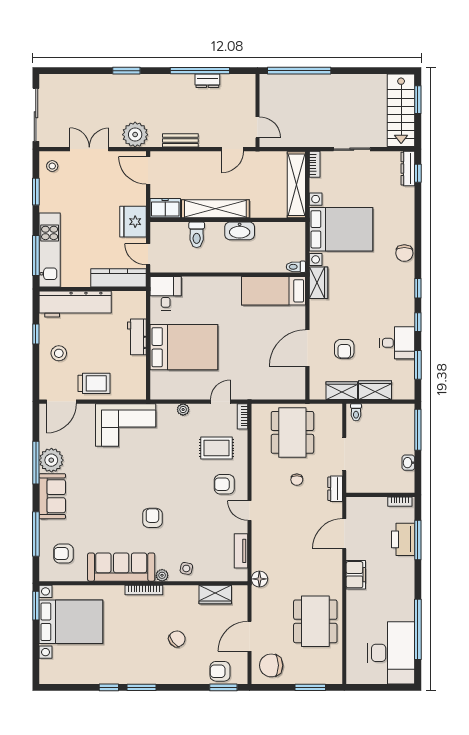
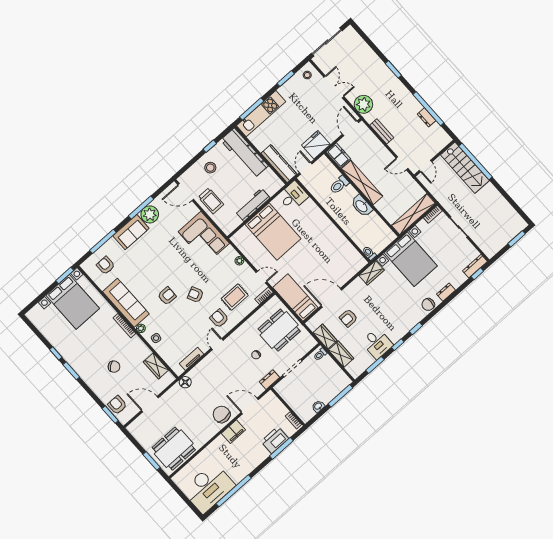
stairs: (401, 110) -> (465, 168), moved, turned -90
dresser: (408, 223) -> (446, 292), added
bed: (274, 291) -> (295, 298), moved
workbench: (137, 337) -> (253, 205), width x1.38
rug: (217, 448) -> (235, 297), turned 90
armchair: (178, 487) -> (195, 295), added
dining table: (315, 621) -> (174, 449), moved
chair: (271, 665) -> (222, 414), moved

